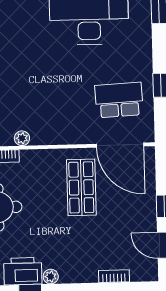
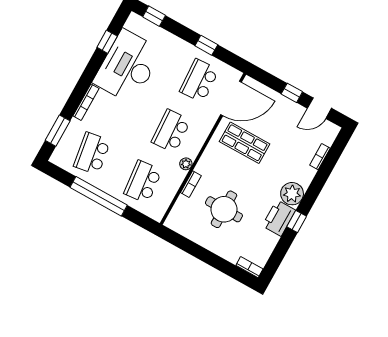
school desk: (47, 102) -> (171, 131), added
plant: (51, 277) -> (292, 194), width x1.88, depth x1.88

